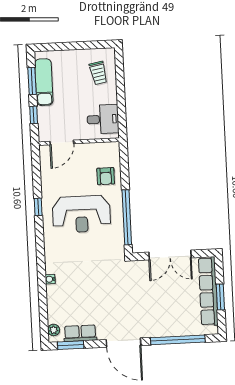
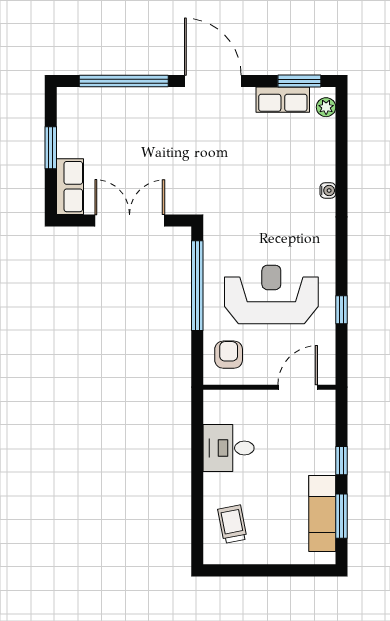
wall: (79, 142) -> (269, 387), moved
door: (62, 143) -> (298, 387), moved
row of seats: (208, 291) -> (70, 187), width x0.50

